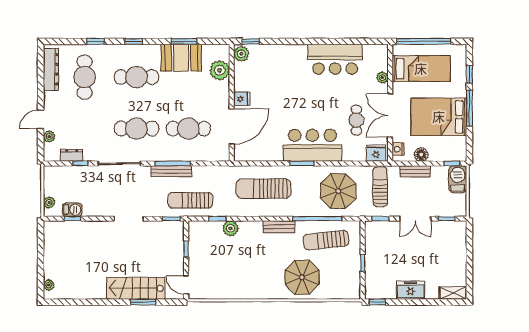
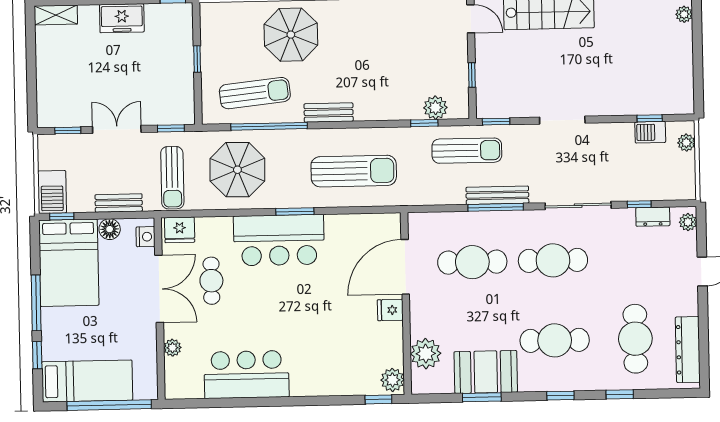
bed: (421, 69) -> (87, 381), moved, turned 180
bed: (439, 117) -> (69, 263), moved, turned 90
plant: (49, 136) -> (688, 222), moved
plant: (230, 228) -> (435, 108), moved

